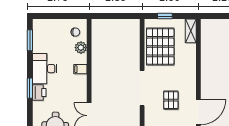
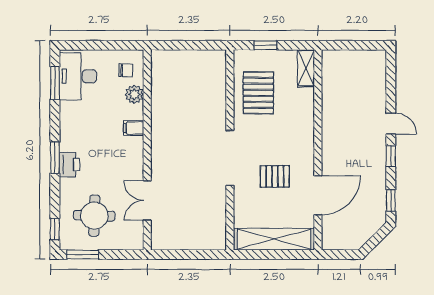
pallet: (160, 47) -> (258, 93), width x0.73, depth x0.71
desk: (45, 69) -> (78, 76), moved
pallet: (171, 100) -> (275, 176), turned 90

